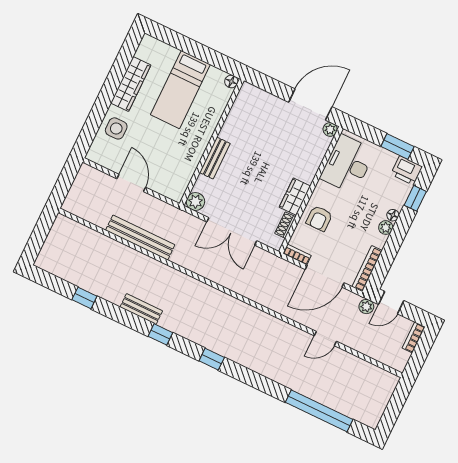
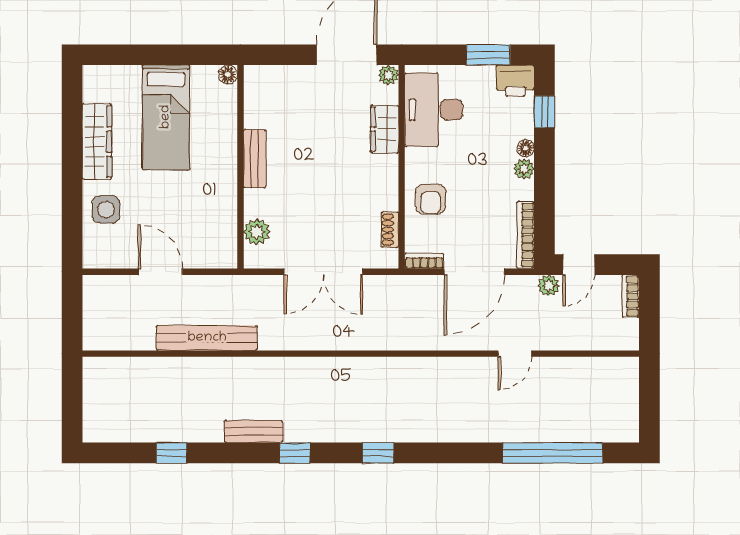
bench: (215, 158) -> (255, 159), moved
wardrobe: (295, 197) -> (385, 129), moved
plant: (195, 202) -> (257, 232), moved

